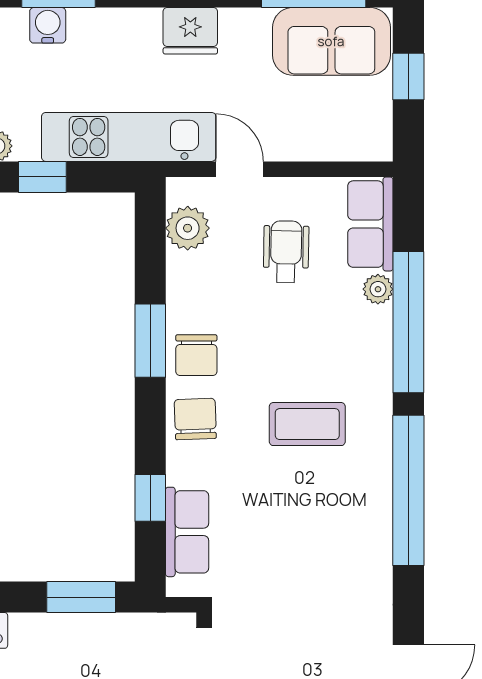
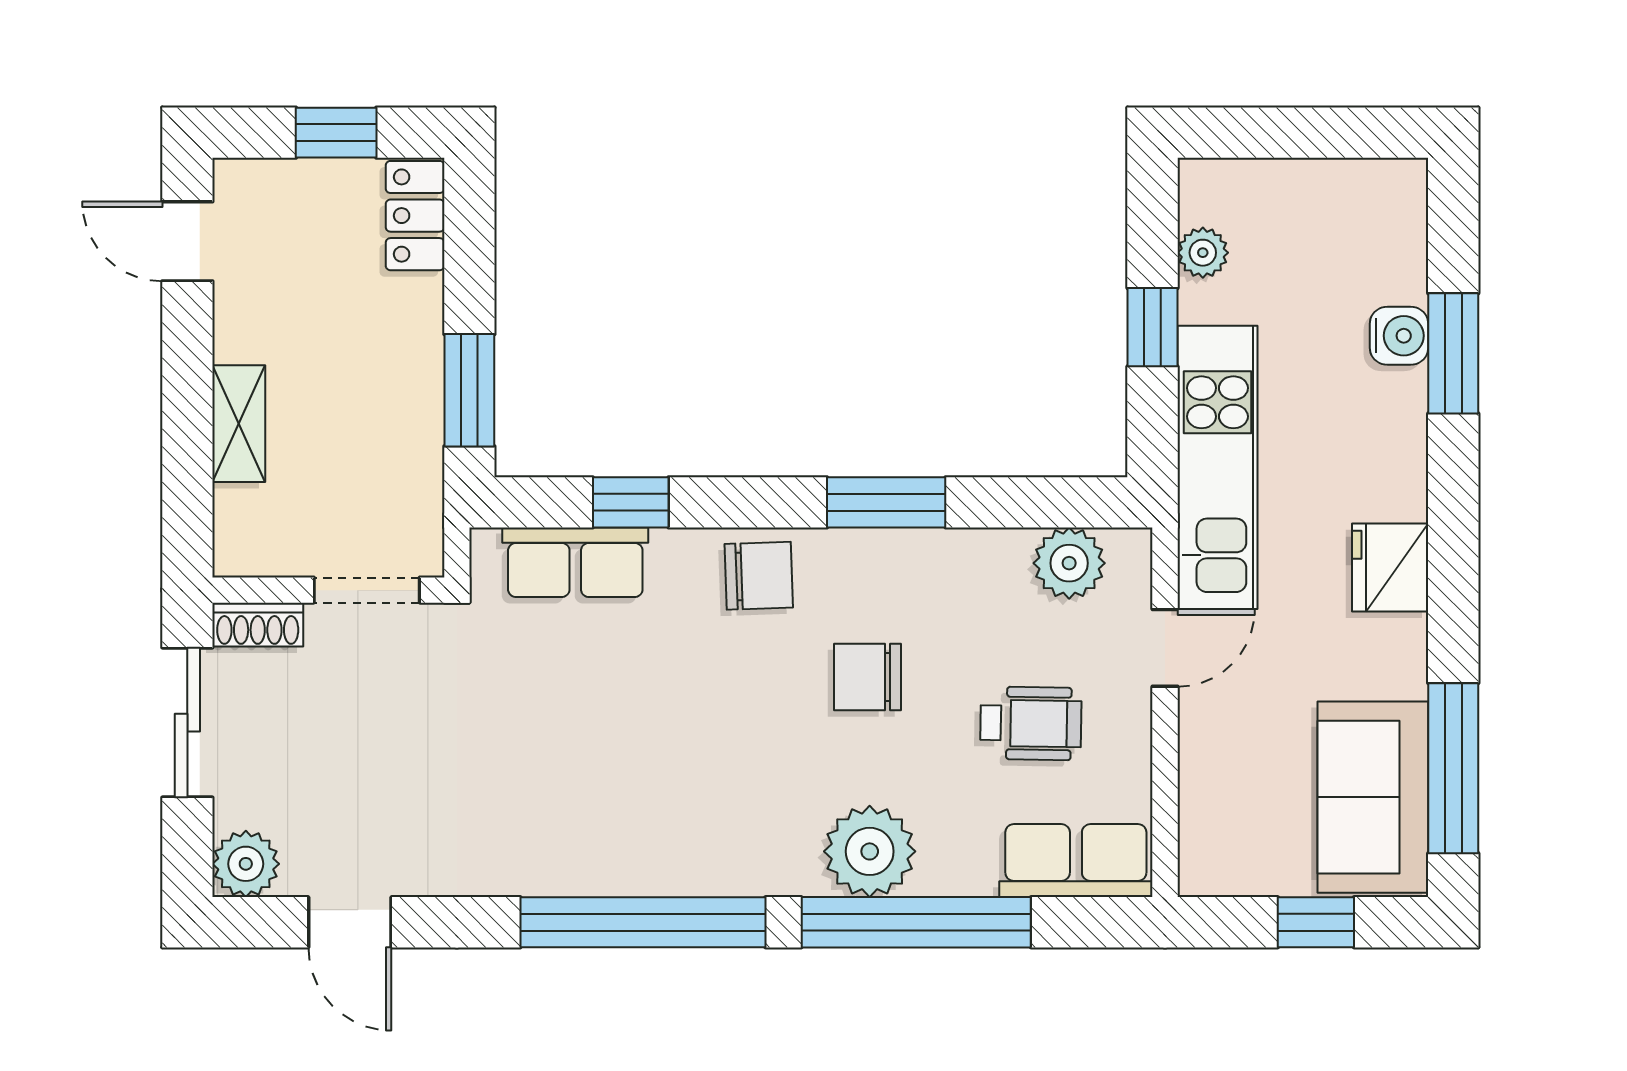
plant: (378, 289) -> (870, 851), moved, width x1.88, depth x1.88
chair: (196, 355) -> (867, 677), moved
coffee table: (307, 424) -> (751, 758), removed

